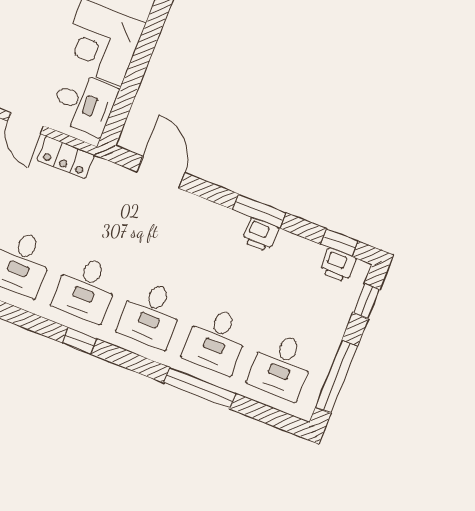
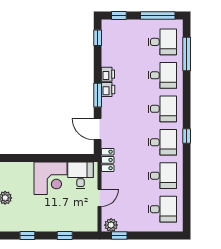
locker: (66, 157) -> (108, 160), moved
door: (161, 172) -> (98, 129), hinge flipped
window: (259, 211) -> (98, 95), moved
printer: (338, 265) -> (108, 90), moved
window: (200, 388) -> (187, 54), moved

